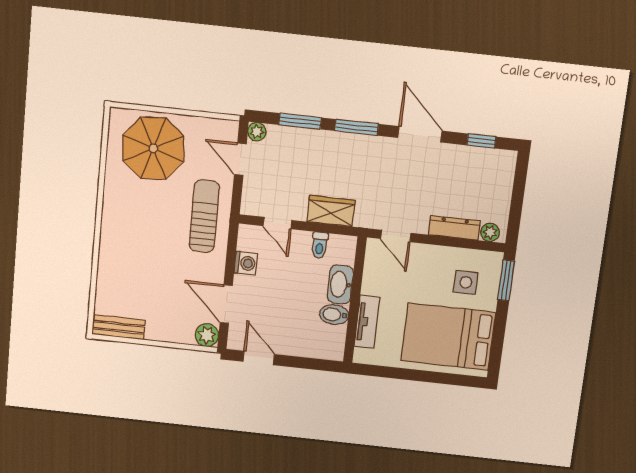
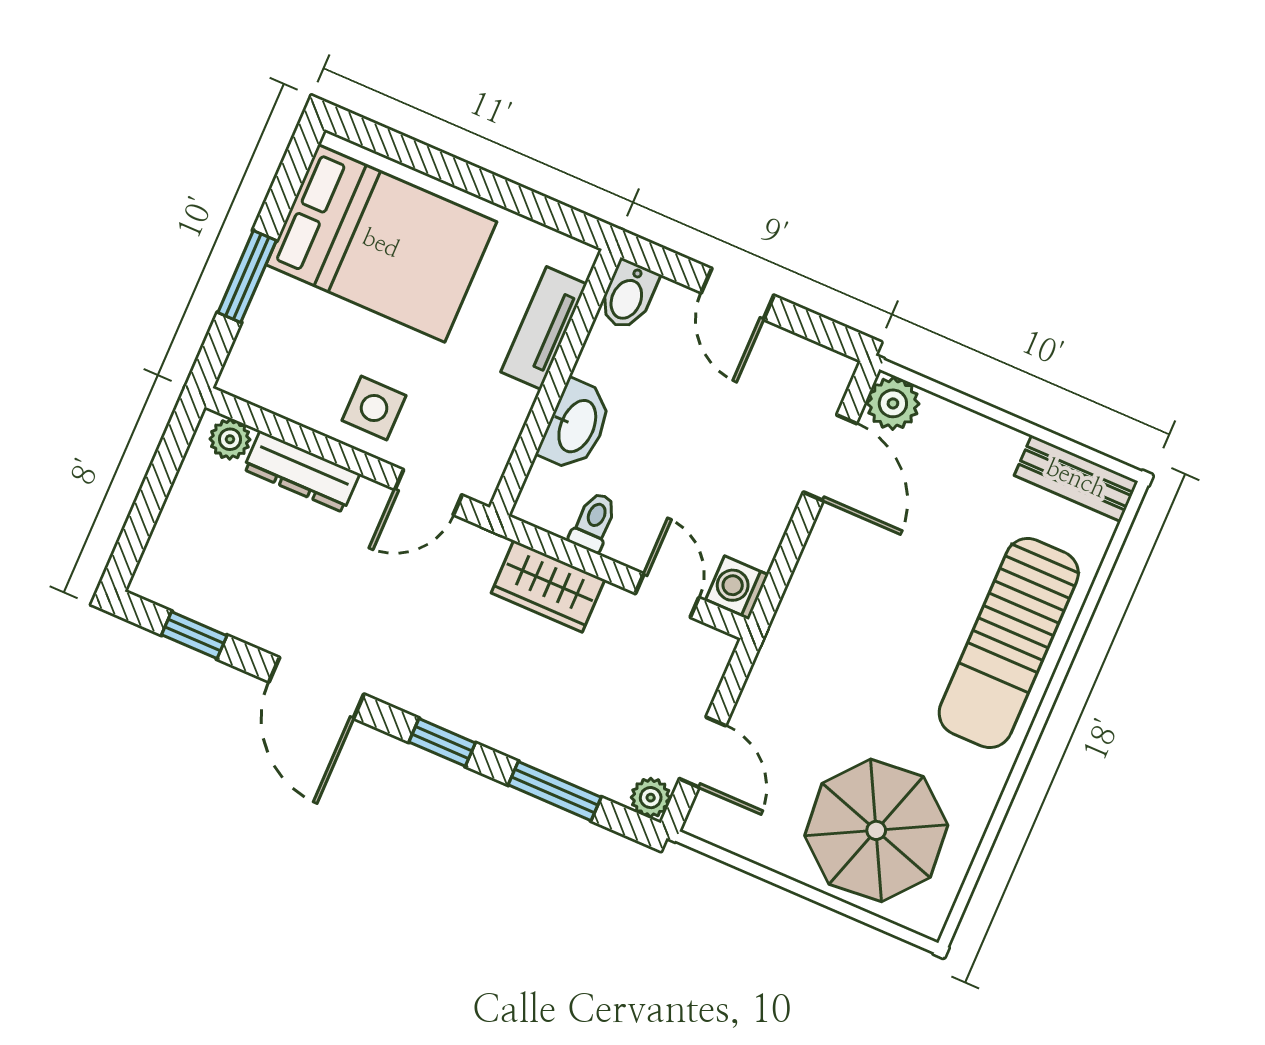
window: (357, 127) -> (442, 742), width x0.67
sun lounger: (204, 216) -> (1009, 643), moved, width x1.36, depth x1.34
door: (396, 236) -> (428, 492), swing flipped
washing machine: (246, 263) -> (737, 587), moved
window: (506, 280) -> (247, 277), moved
side table: (466, 282) -> (374, 408), moved
bidet: (334, 315) -> (628, 295), moved, turned 90
door: (259, 358) -> (737, 294), moved

